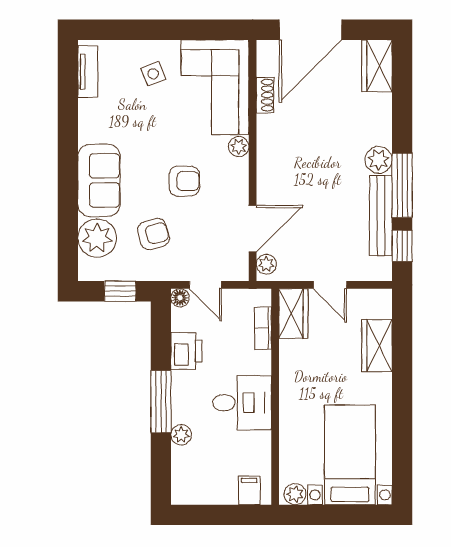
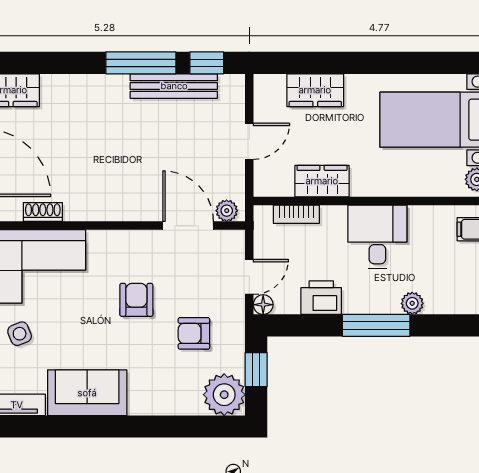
plant: (239, 147) -> (99, 241), removed
plant: (379, 160) -> (113, 89), removed
sofa: (99, 180) -> (87, 393), moved
armchair: (153, 234) -> (194, 333), turned -75
plant: (97, 238) -> (224, 395), moved
wardrobe: (293, 314) -> (322, 181), moved

